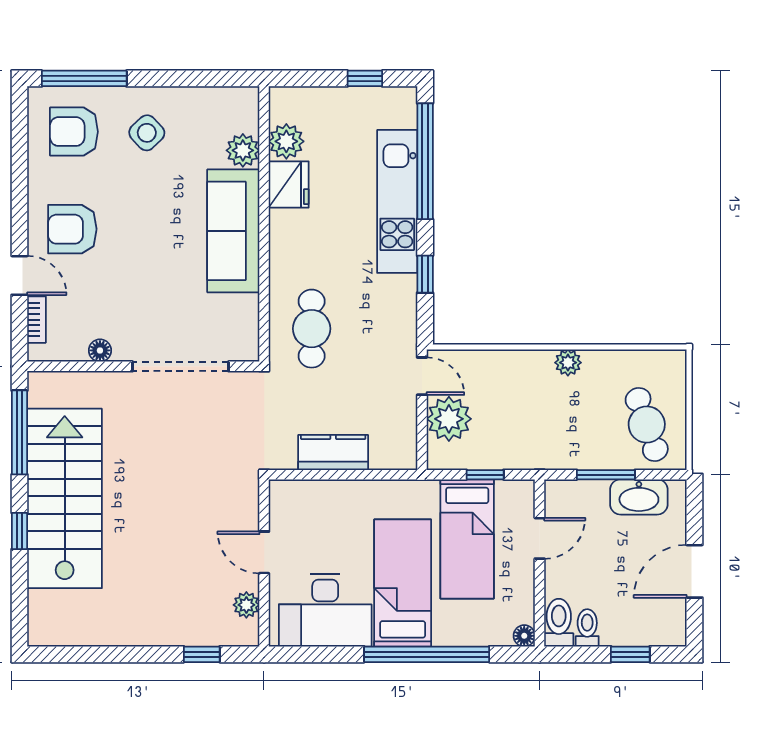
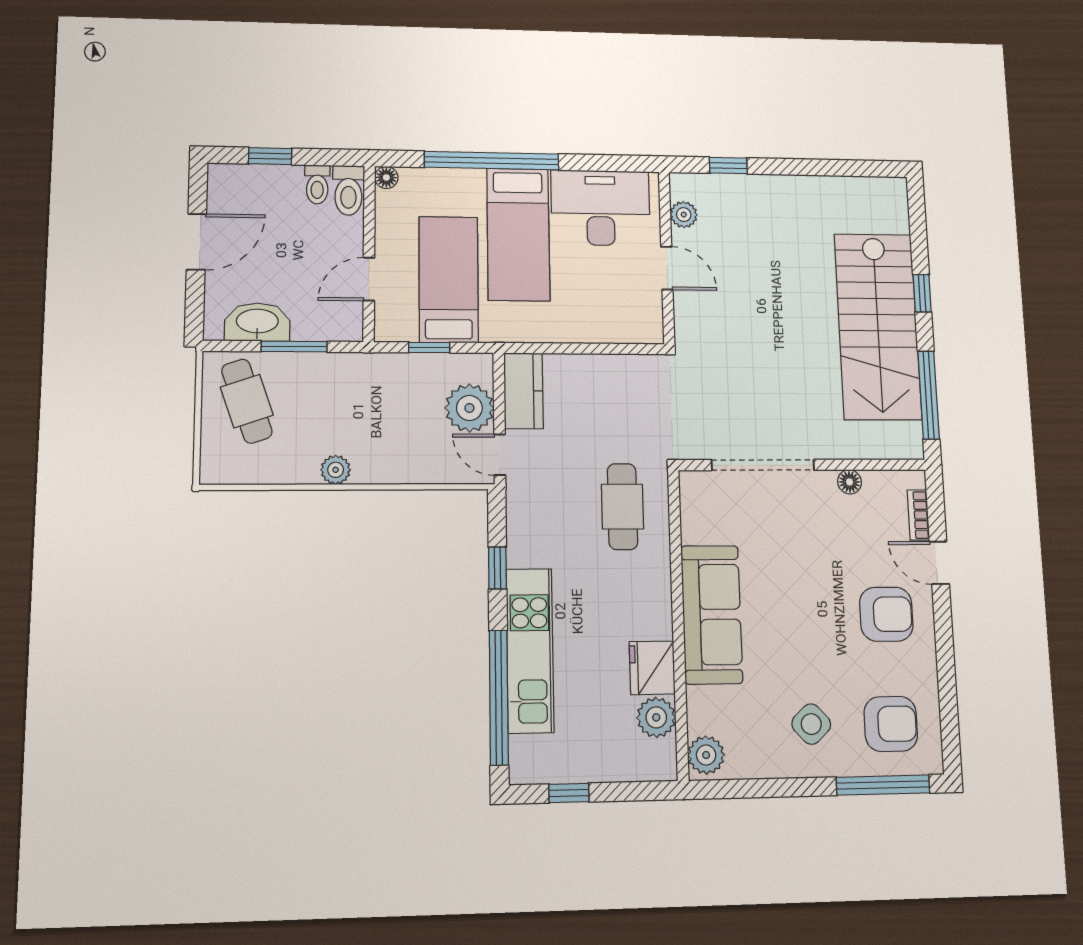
plant: (243, 150) -> (706, 755), moved
kitchen counter: (333, 453) -> (523, 391), moved, turned -90

